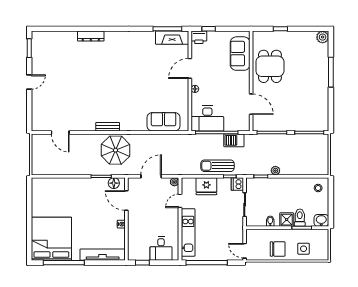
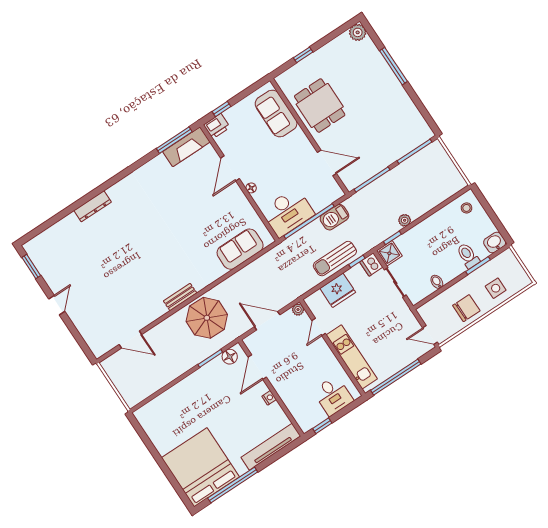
door: (151, 176) -> (267, 321), hinge flipped
door: (126, 201) -> (257, 367), hinge flipped
shower: (287, 220) -> (389, 253), moved

